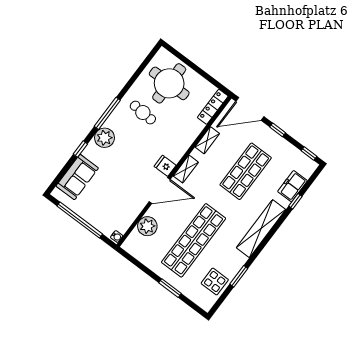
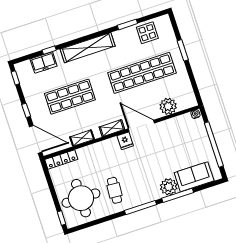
window: (174, 52) -> (61, 218), added
plant: (104, 138) -> (169, 187), moved
window: (80, 149) -> (178, 195), width x2.17

